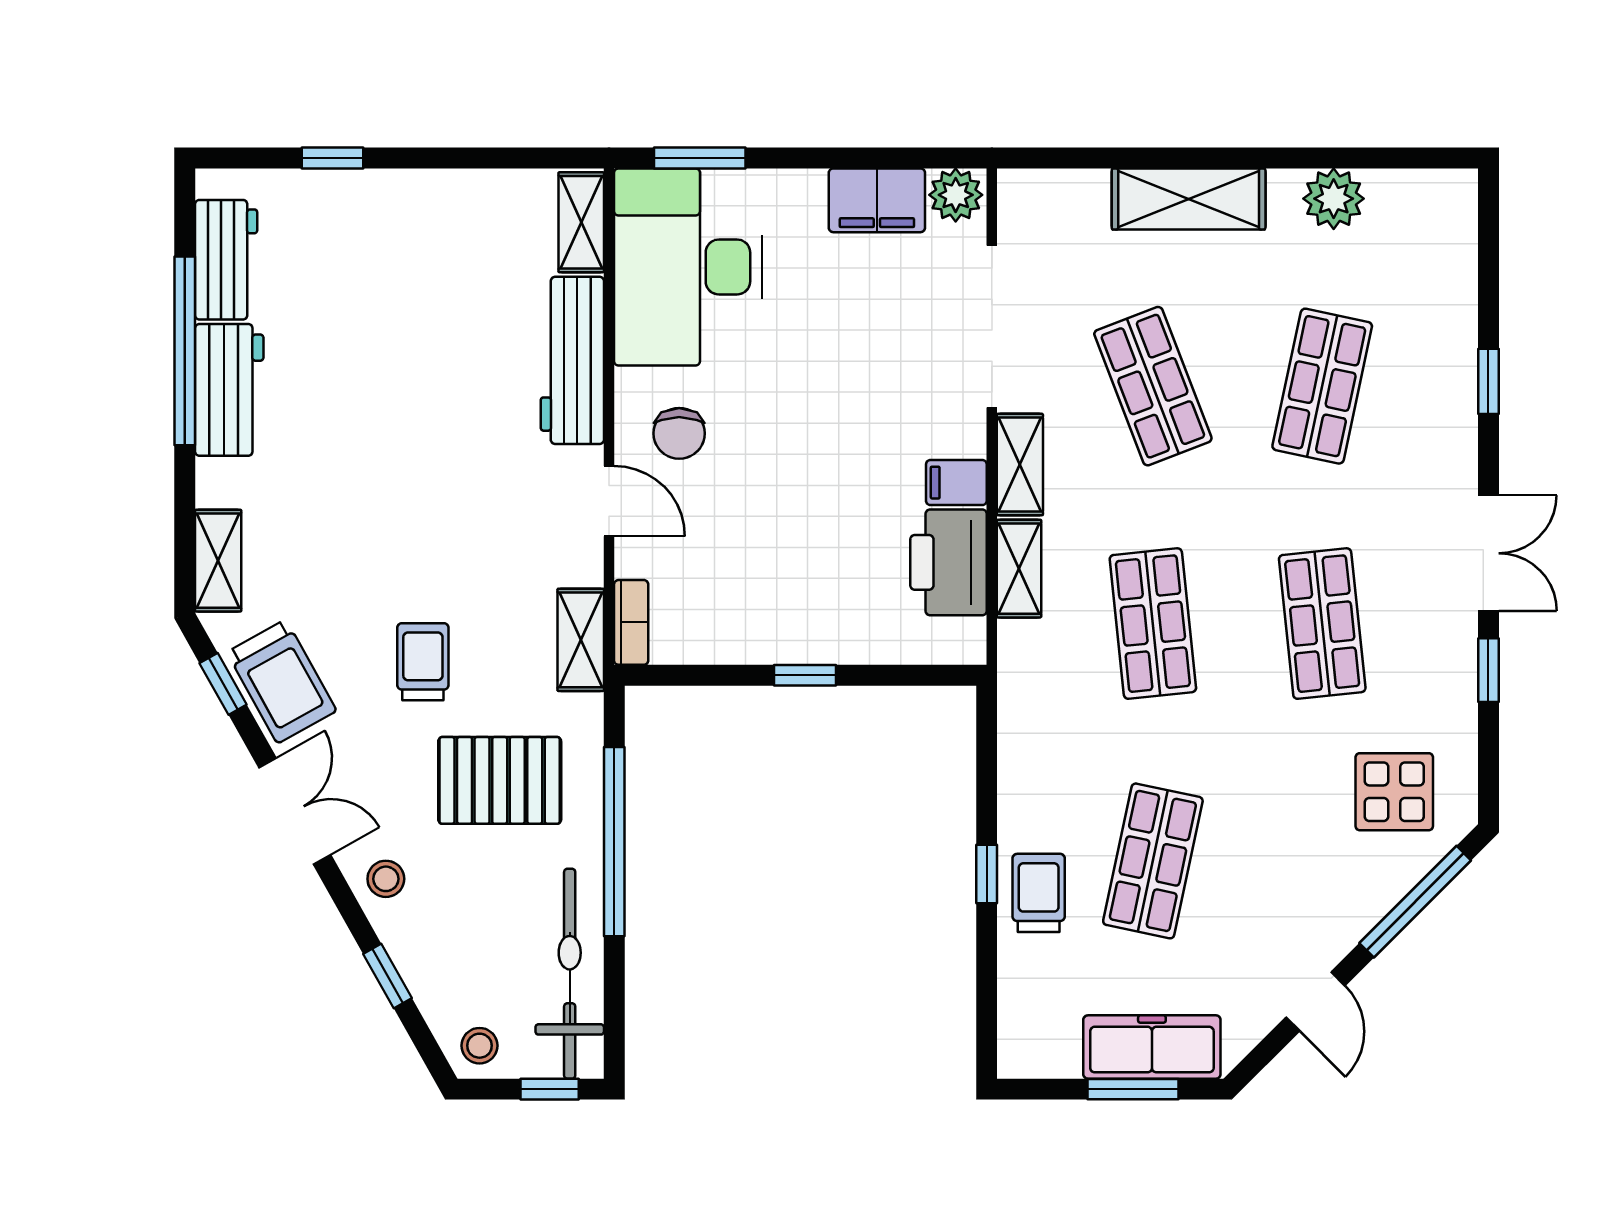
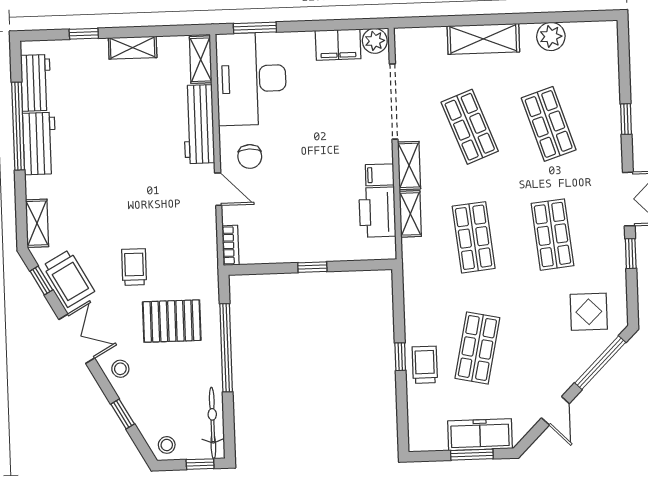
shop shelf: (1322, 386) -> (549, 124), turned -30
shelving: (581, 640) -> (133, 48), moved, turned 90
bicycle: (570, 974) -> (213, 423), width x0.73, depth x0.71

